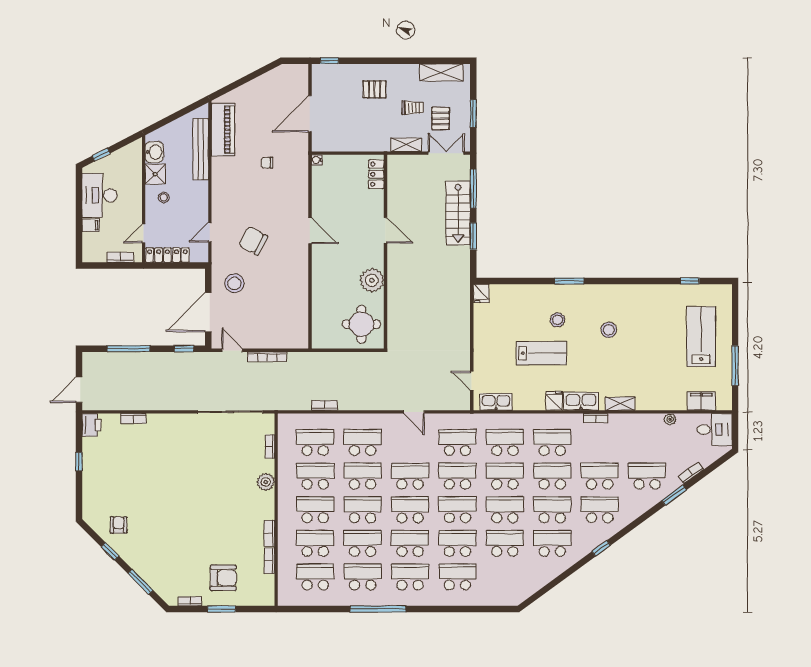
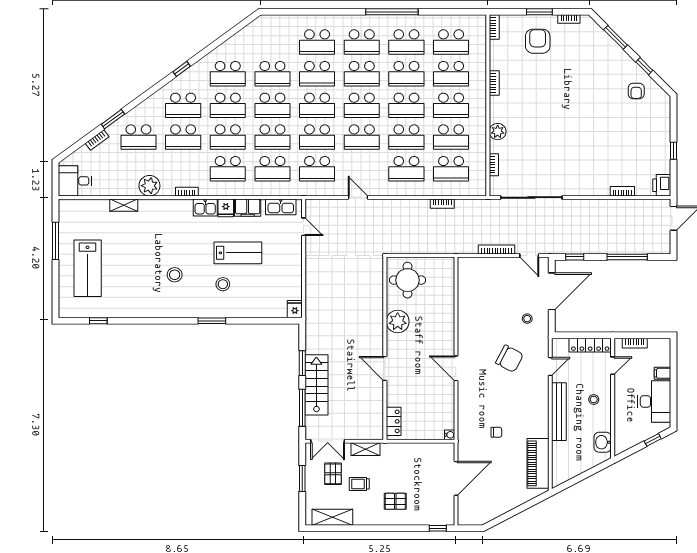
bench: (201, 149) -> (559, 412), moved
shower: (155, 174) -> (602, 422), removed
stool: (234, 283) -> (527, 319), width x0.53, depth x0.53
lab bench: (542, 353) -> (238, 253), turned 180
kitchen sink: (581, 401) -> (205, 208), width x0.73
filing cabinet: (701, 401) -> (248, 208), moved
shelving: (620, 404) -> (124, 205), moved
plant: (670, 419) -> (149, 186), moved, width x1.87, depth x1.87
bookcase: (269, 561) -> (494, 27), moved
armchair: (223, 578) -> (538, 41), turned 90

